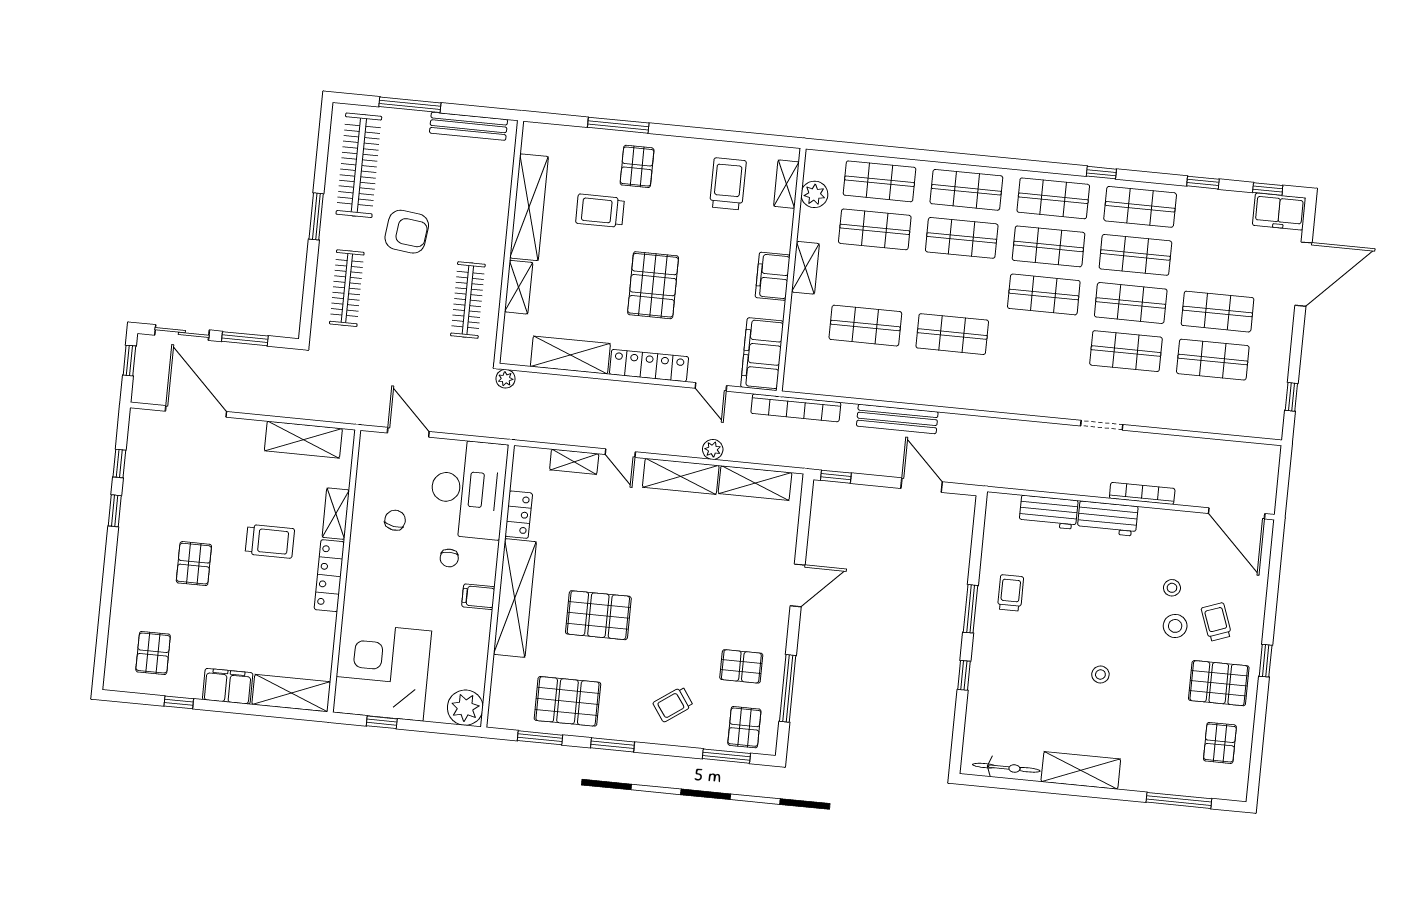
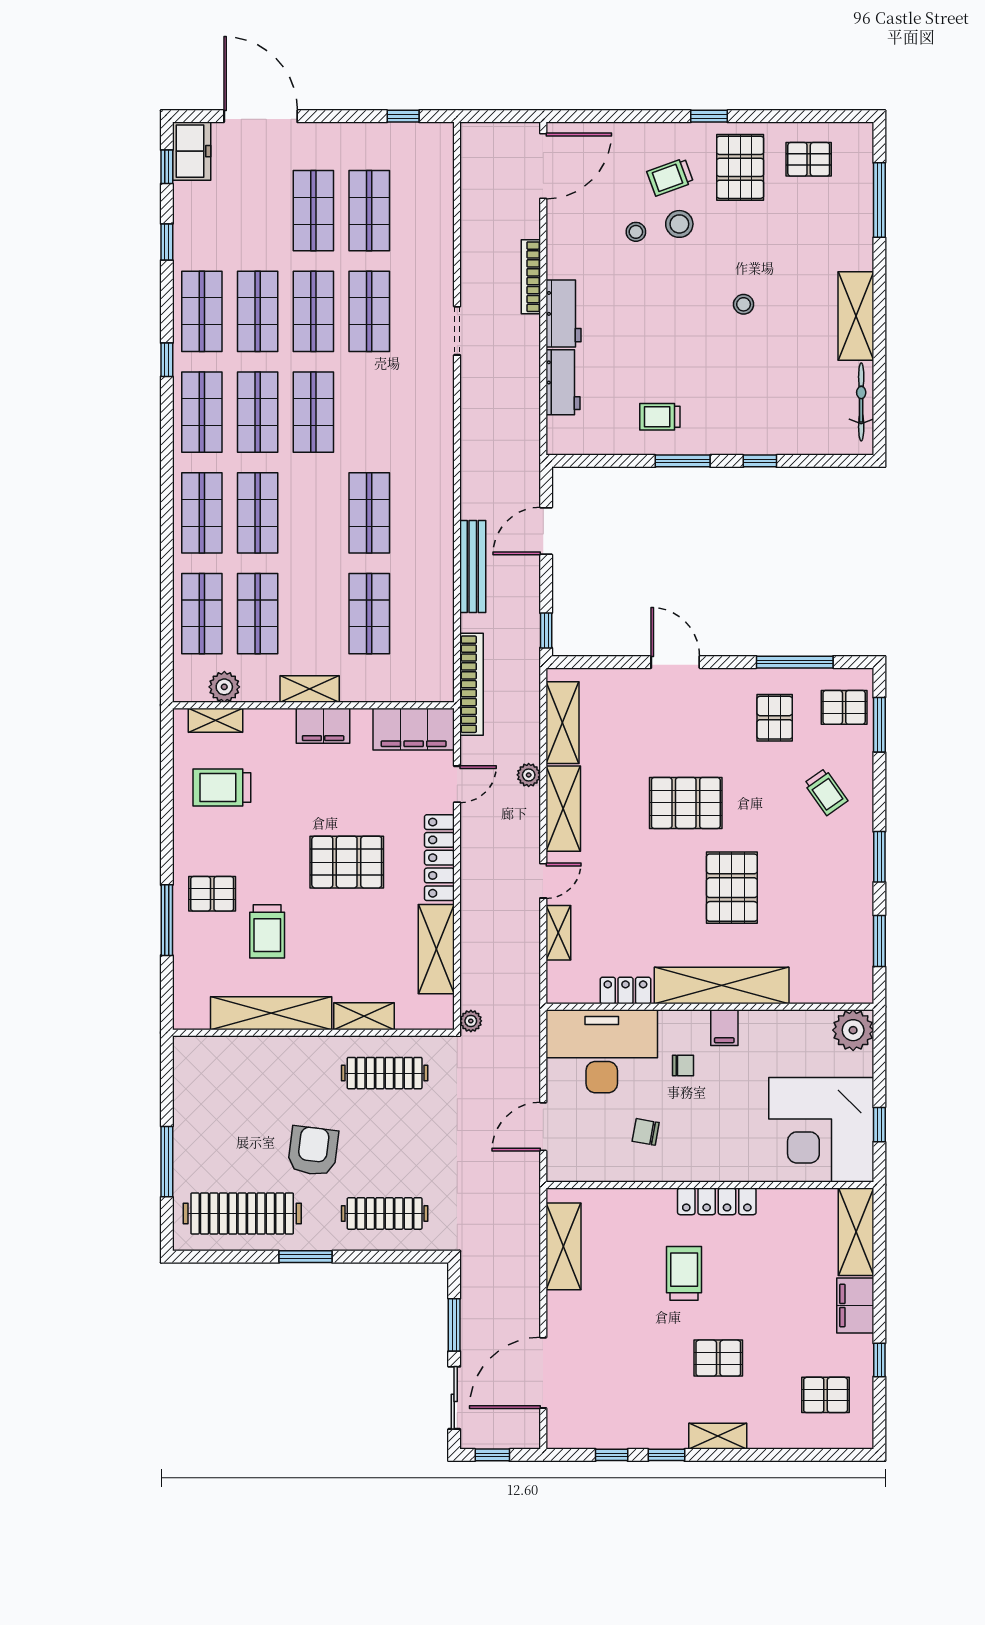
bench: (468, 126) -> (185, 1092), removed
shelving: (336, 514) -> (718, 1436), moved
pallet: (567, 701) -> (686, 803), moved, turned 90

